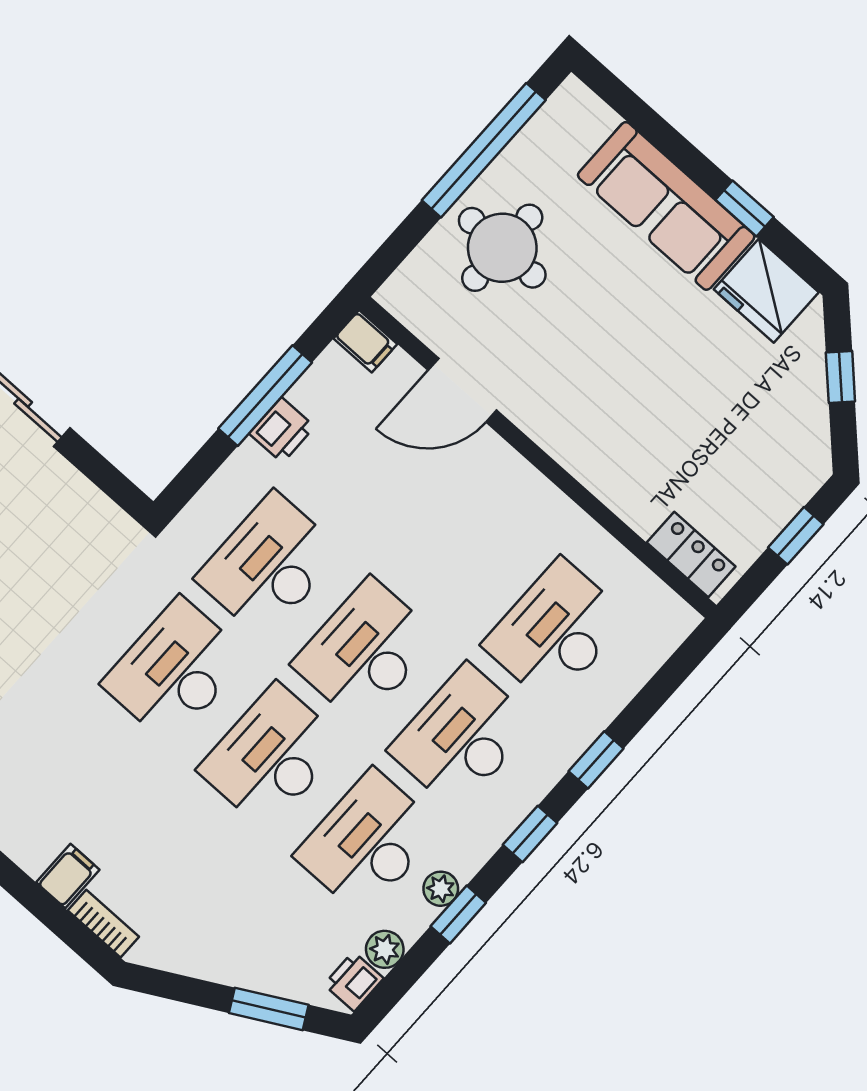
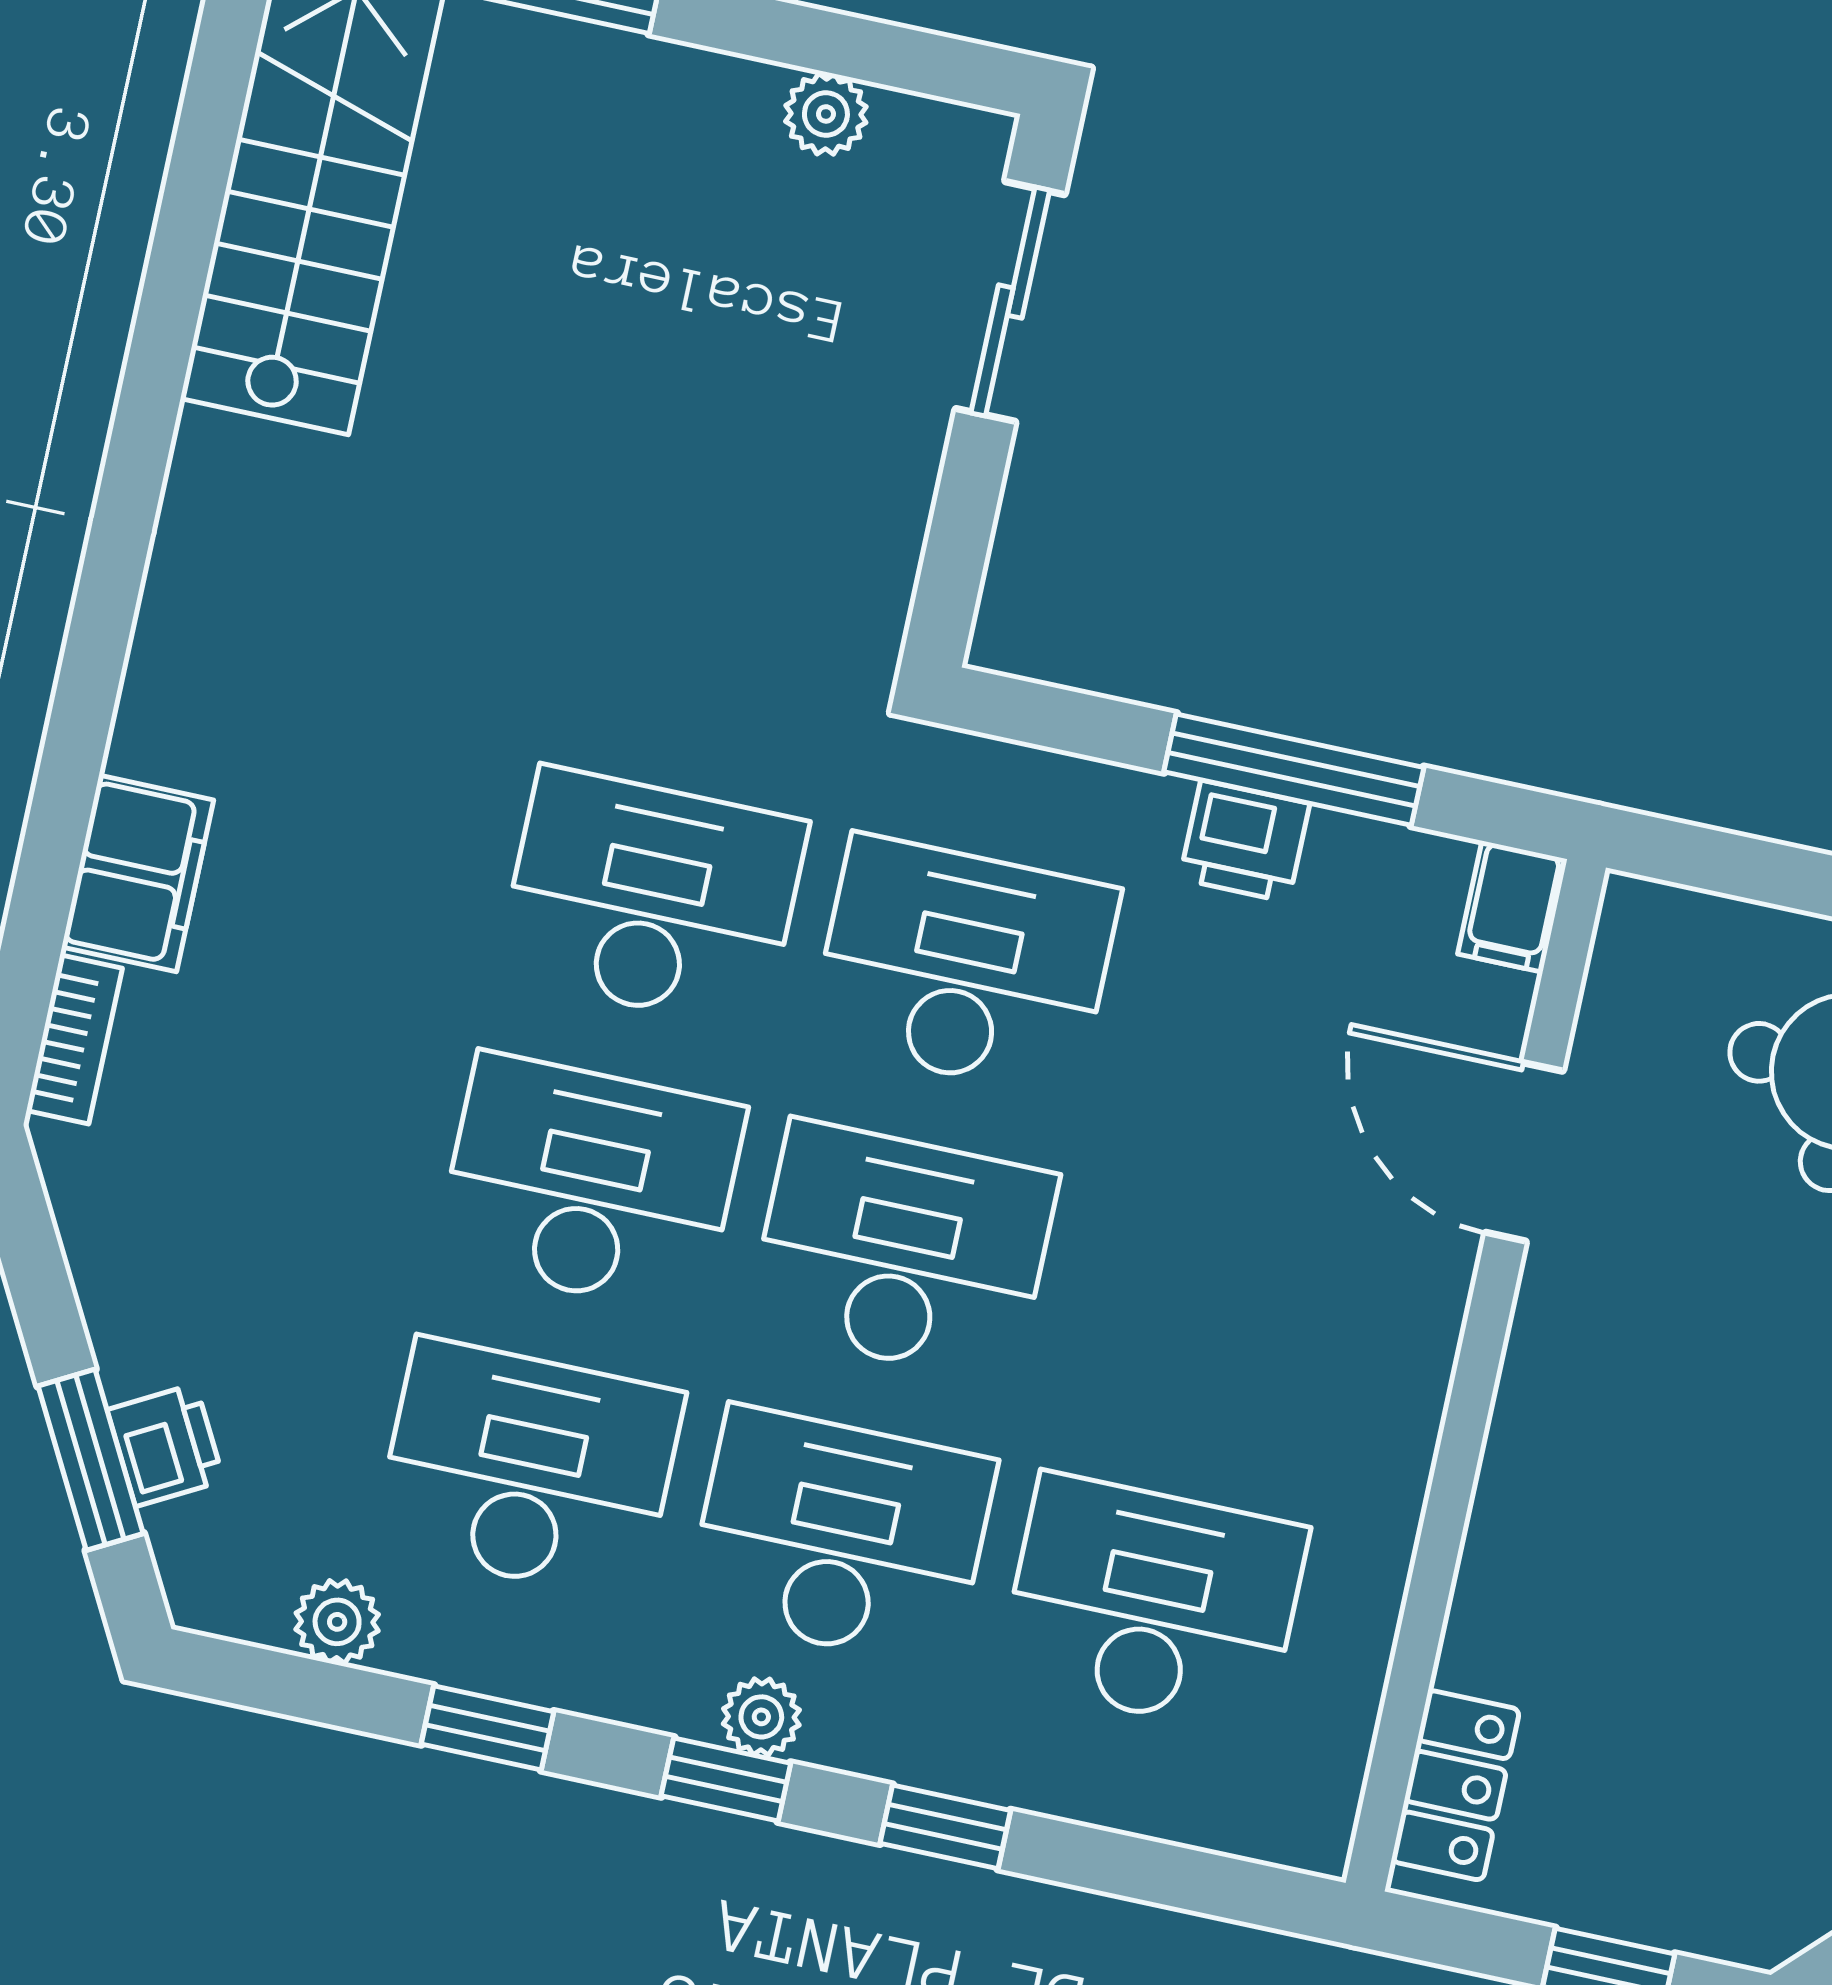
filing cabinet: (68, 876) -> (138, 873), width x2.00
plant: (441, 889) -> (761, 1717), moved
printer: (354, 981) -> (165, 1445), moved, turned 61

